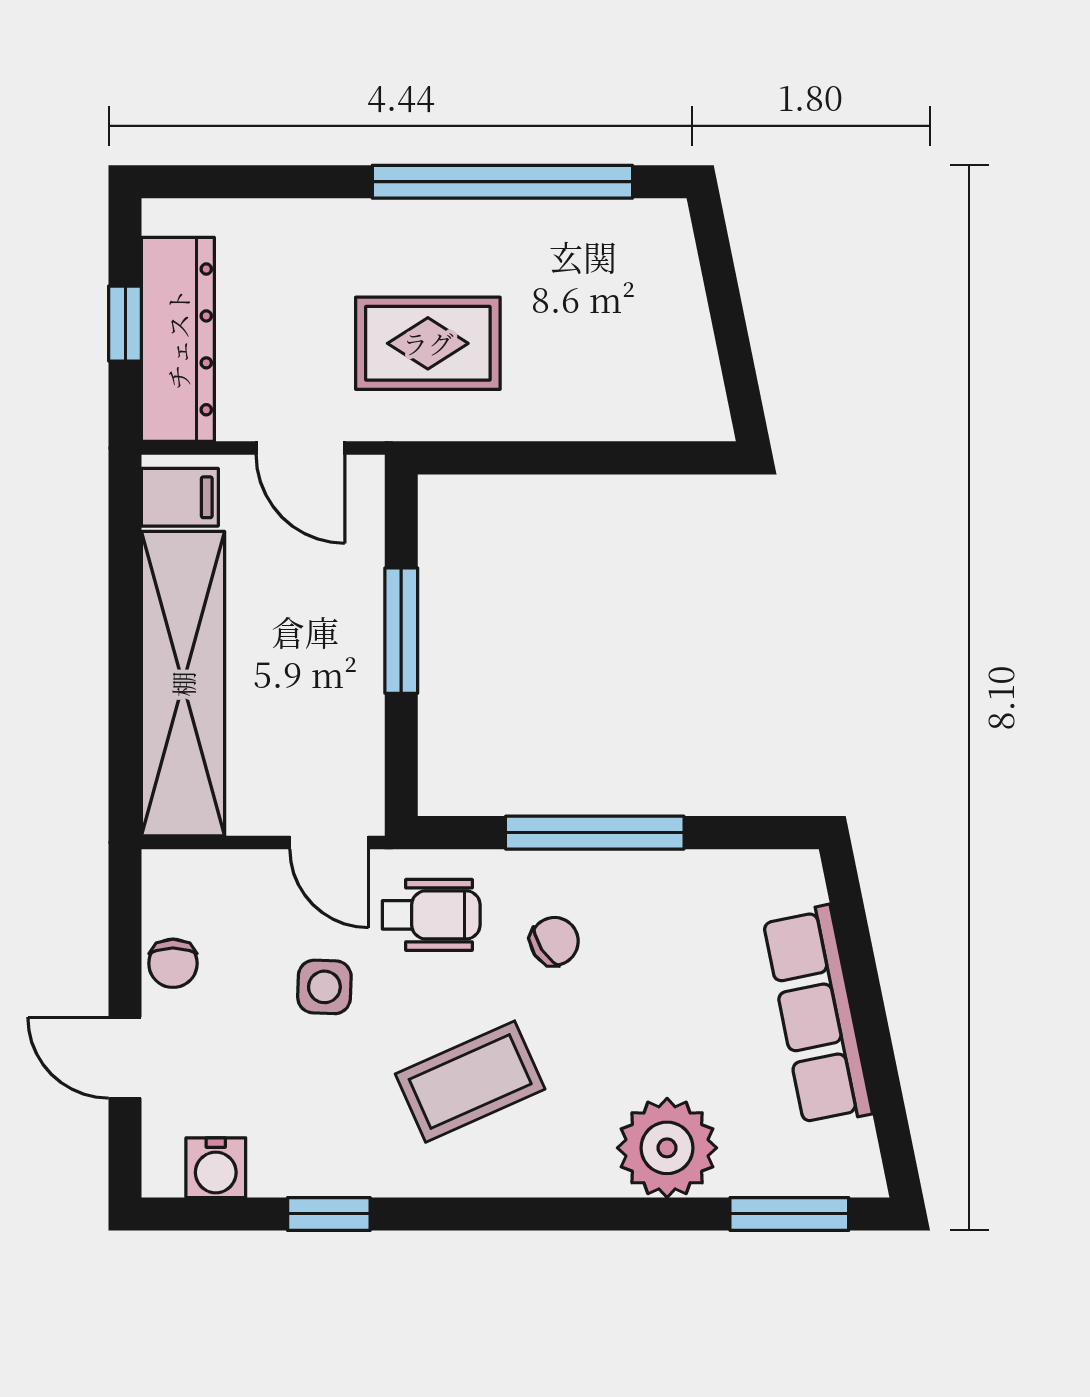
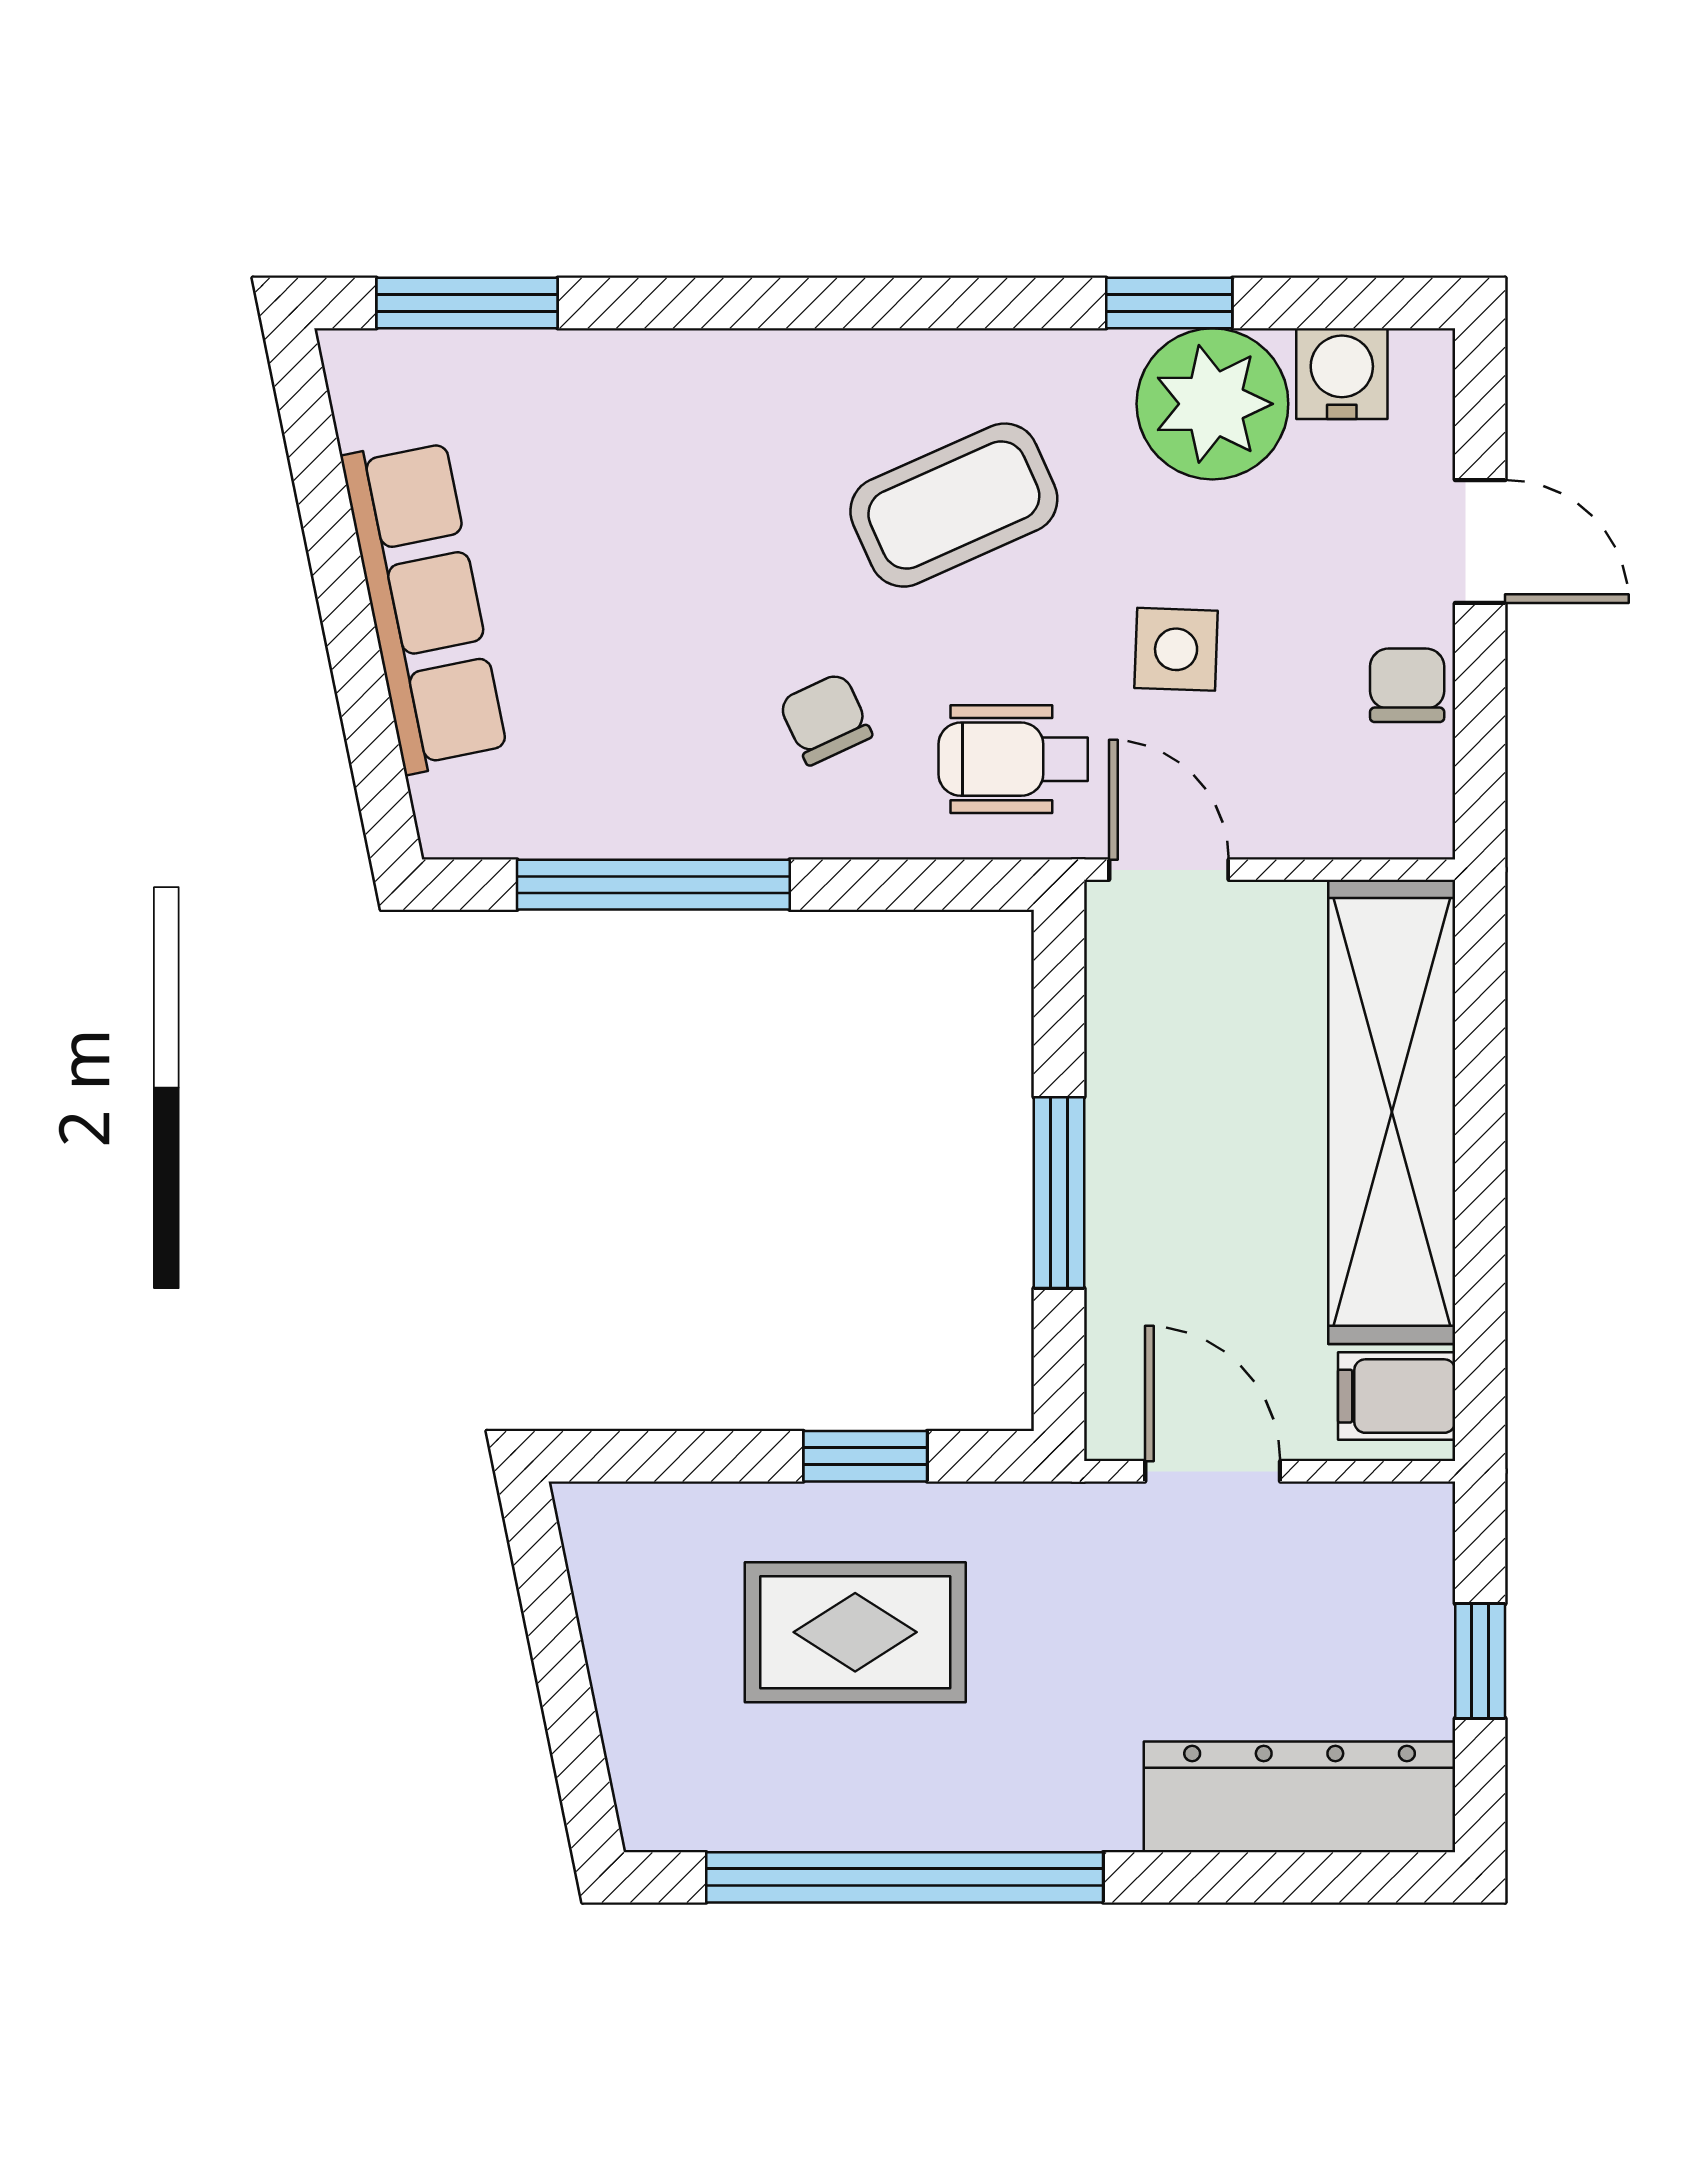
dresser: (178, 339) -> (1300, 1797), moved, turned 90
rug: (428, 343) -> (855, 1632), moved
window: (528, 458) -> (865, 1456), added
window: (595, 833) -> (653, 885), moved
chair: (554, 941) -> (825, 719), turned 98
plant: (667, 1148) -> (1212, 404), moved

